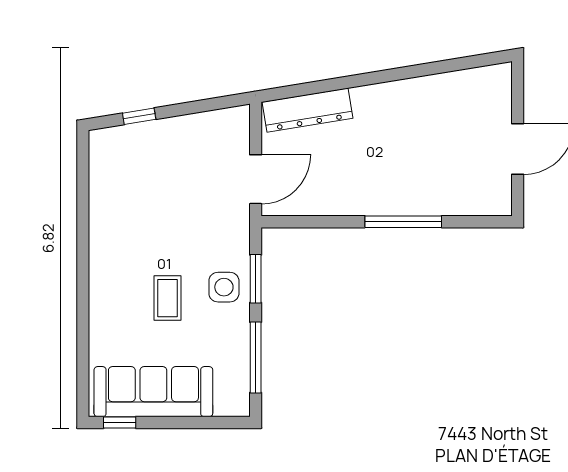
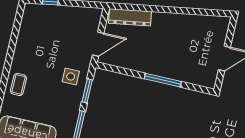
side table: (224, 287) -> (71, 77), moved
coffee table: (167, 298) -> (18, 84), moved

